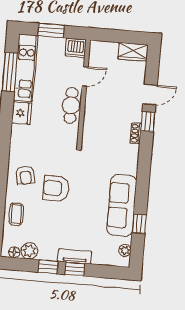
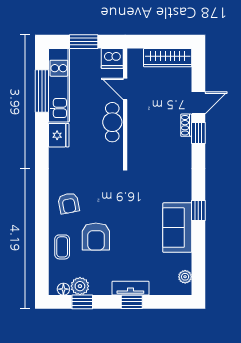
wardrobe: (133, 52) -> (168, 58), width x1.50
door: (85, 76) -> (125, 89), swing flipped
shoe rack: (136, 133) -> (186, 125), moved
armchair: (56, 188) -> (96, 237), moved, turned -90
sofa: (122, 205) -> (177, 228), width x0.73
window: (139, 224) -> (198, 210), moved
window: (48, 267) -> (82, 302), moved

